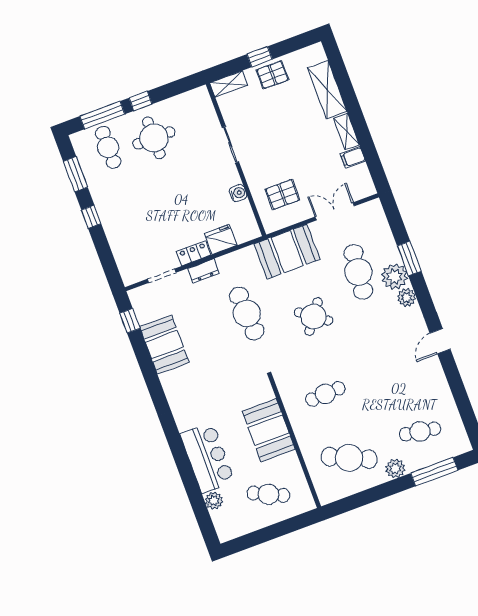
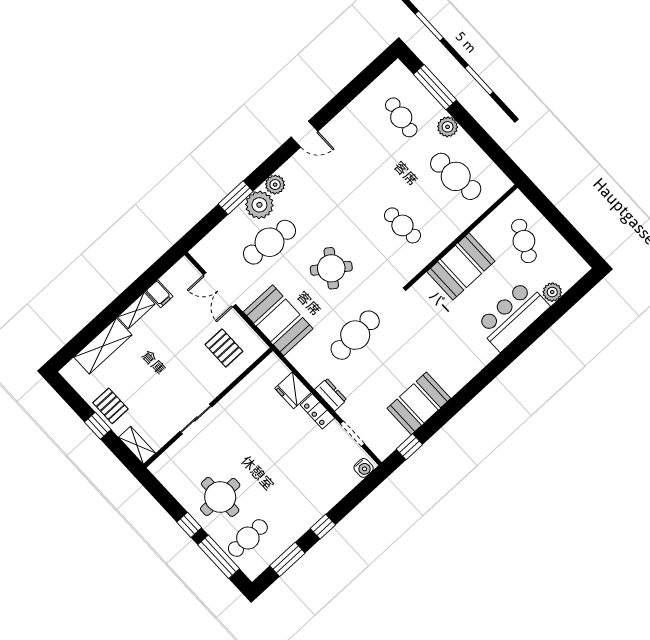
water cooler: (238, 193) -> (364, 468), moved, turned 180
cafe table: (349, 458) -> (456, 176), turned -30

